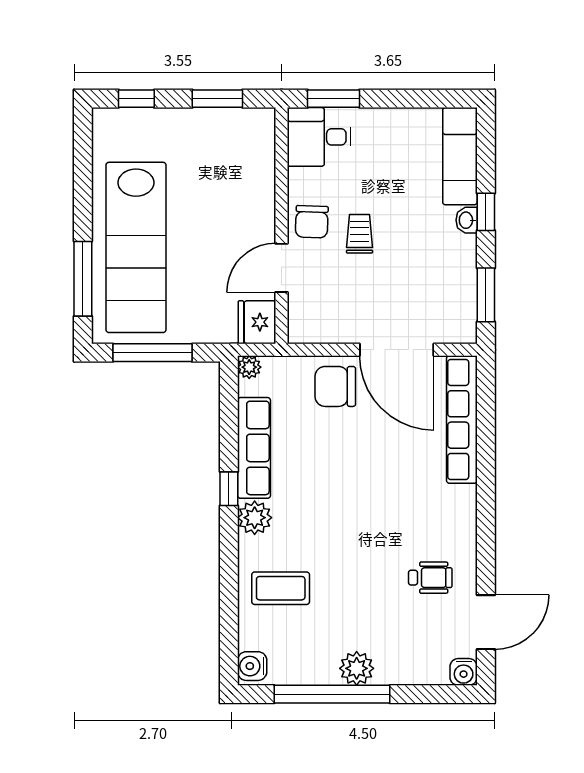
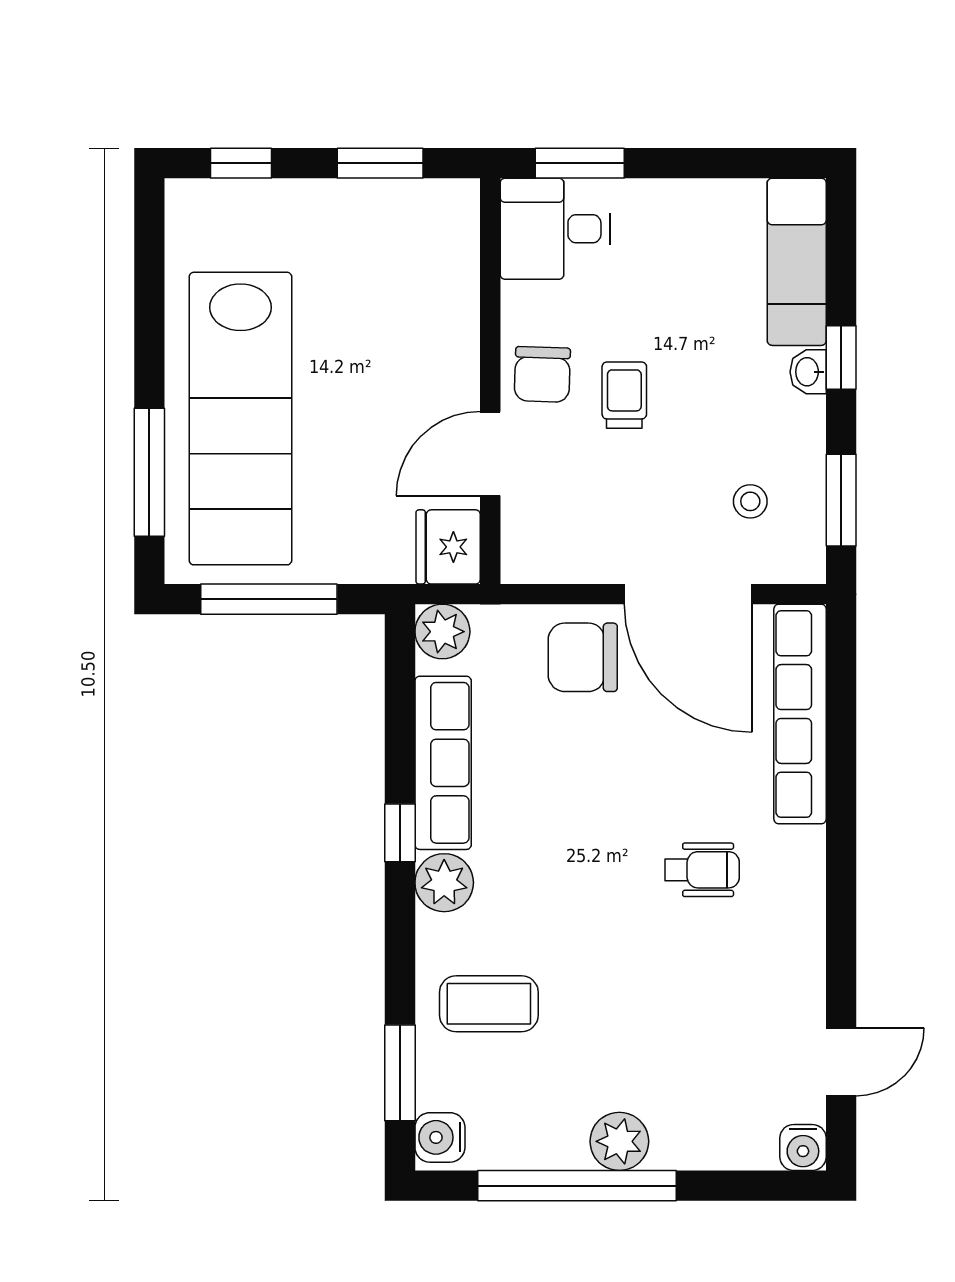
stool: (433, 296) -> (750, 501), added
plant: (249, 367) -> (442, 632), width x1.38, depth x1.38
wheelchair: (430, 578) -> (702, 870), moved
door: (486, 622) -> (841, 1062), width x0.73
window: (229, 628) -> (400, 1073), added

